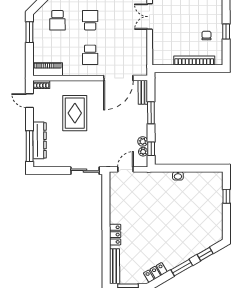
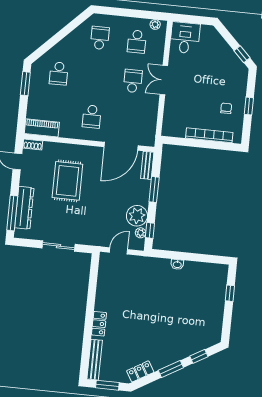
school desk: (90, 20) -> (133, 81), moved
plant: (143, 141) -> (137, 216), width x1.88, depth x1.88
sliding door: (85, 171) -> (58, 246), moved

